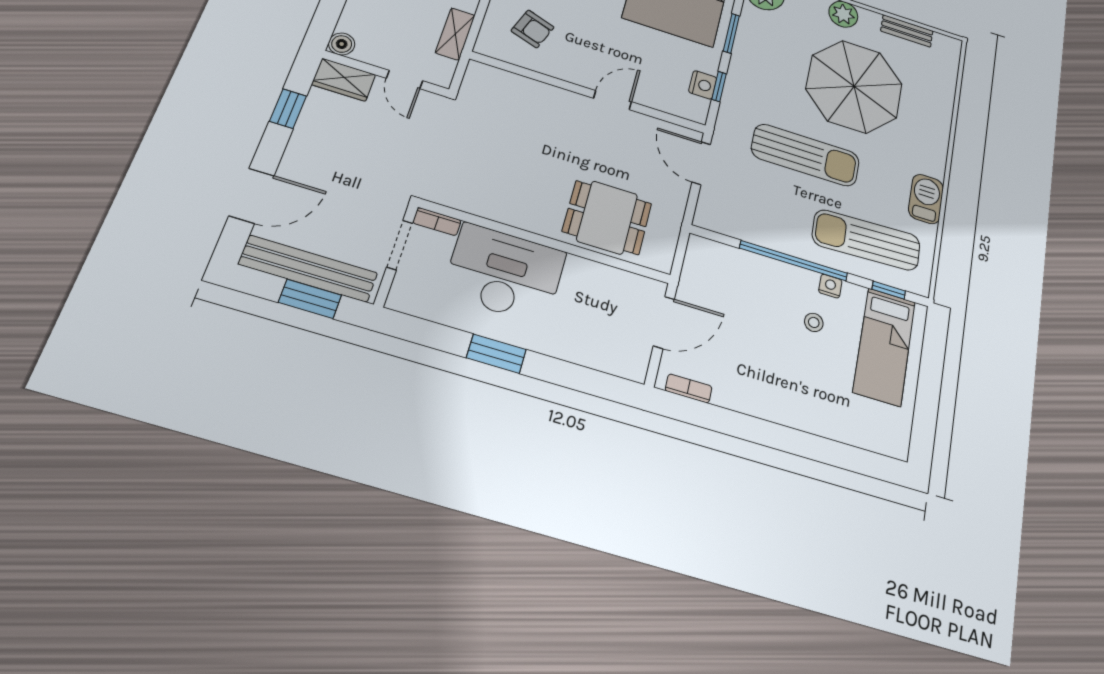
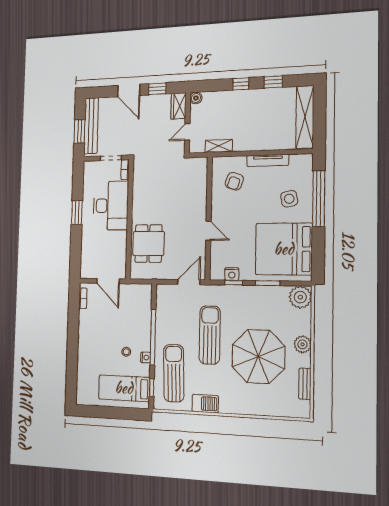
sun lounger: (805, 155) -> (210, 335), turned 180
door: (252, 196) -> (129, 90), moved

